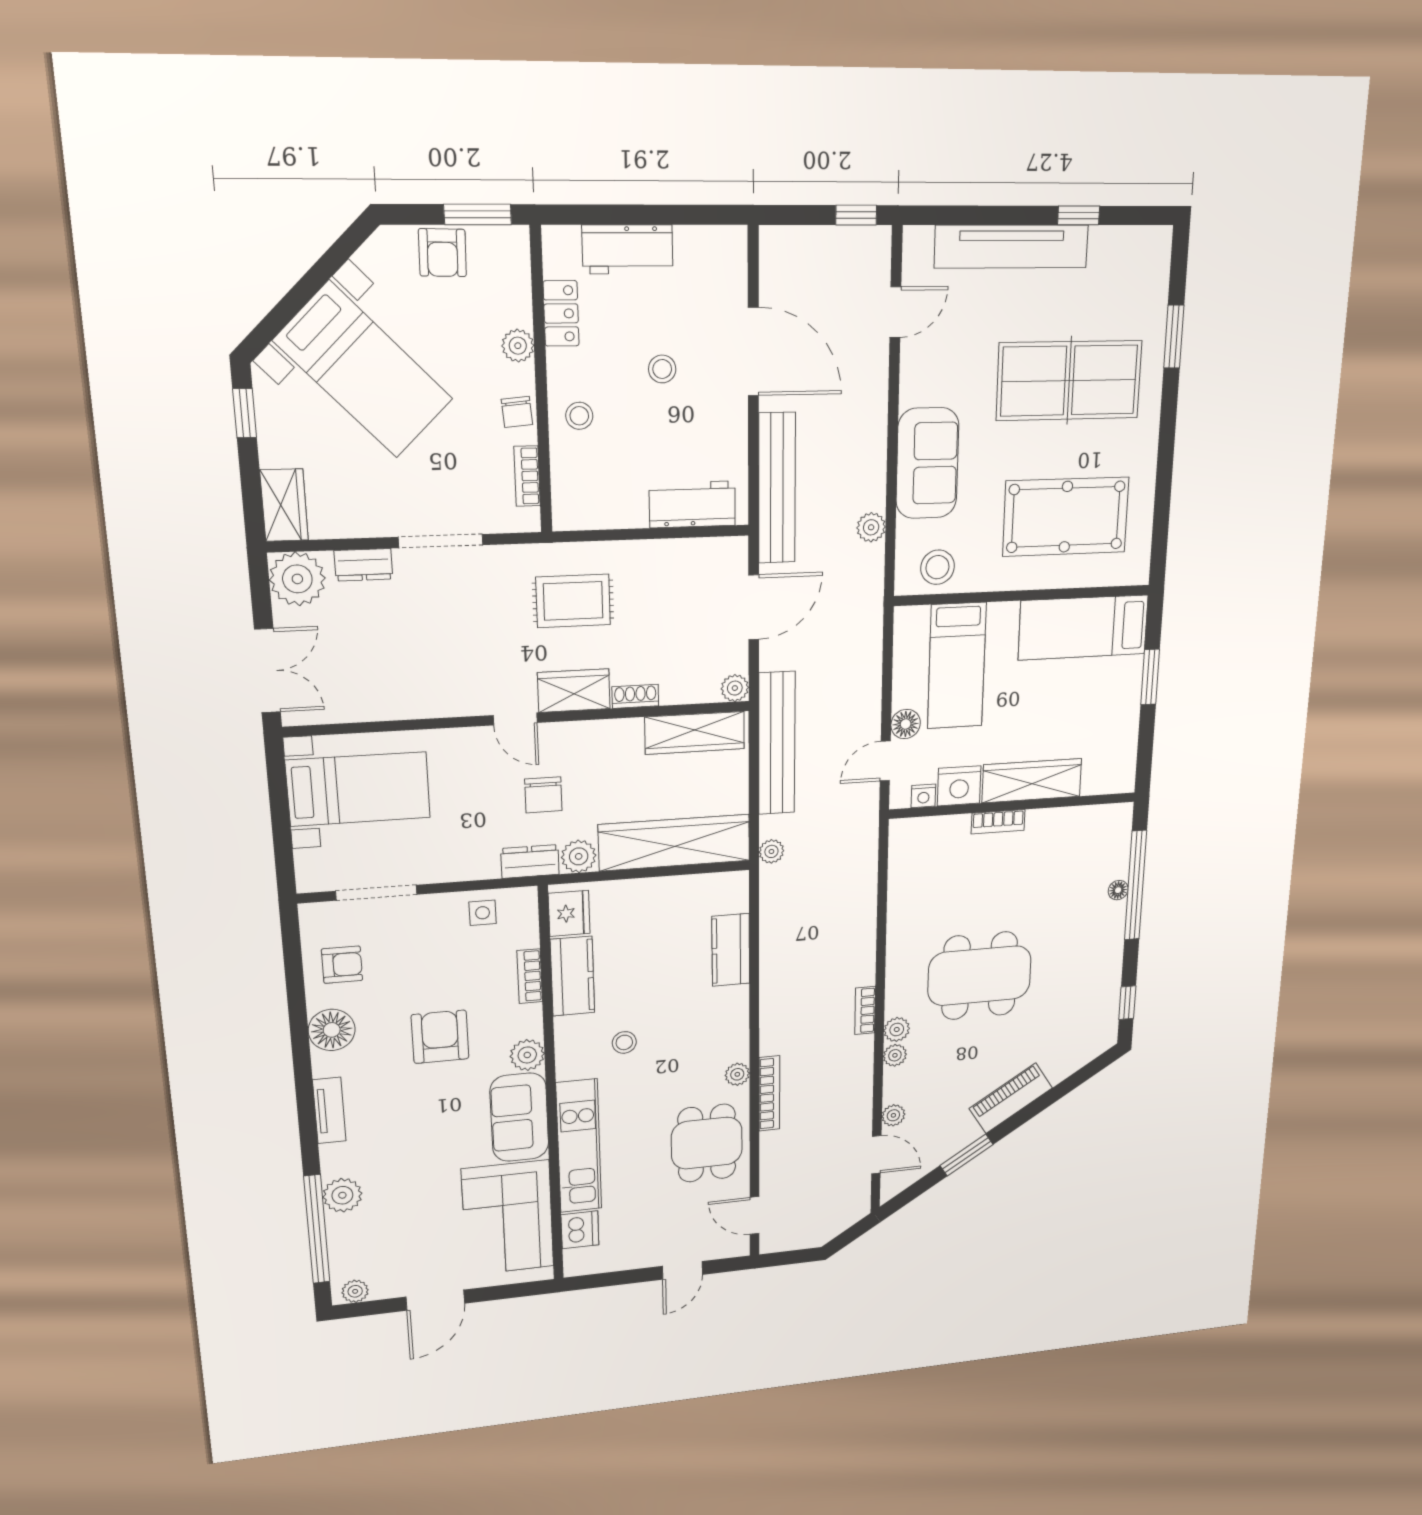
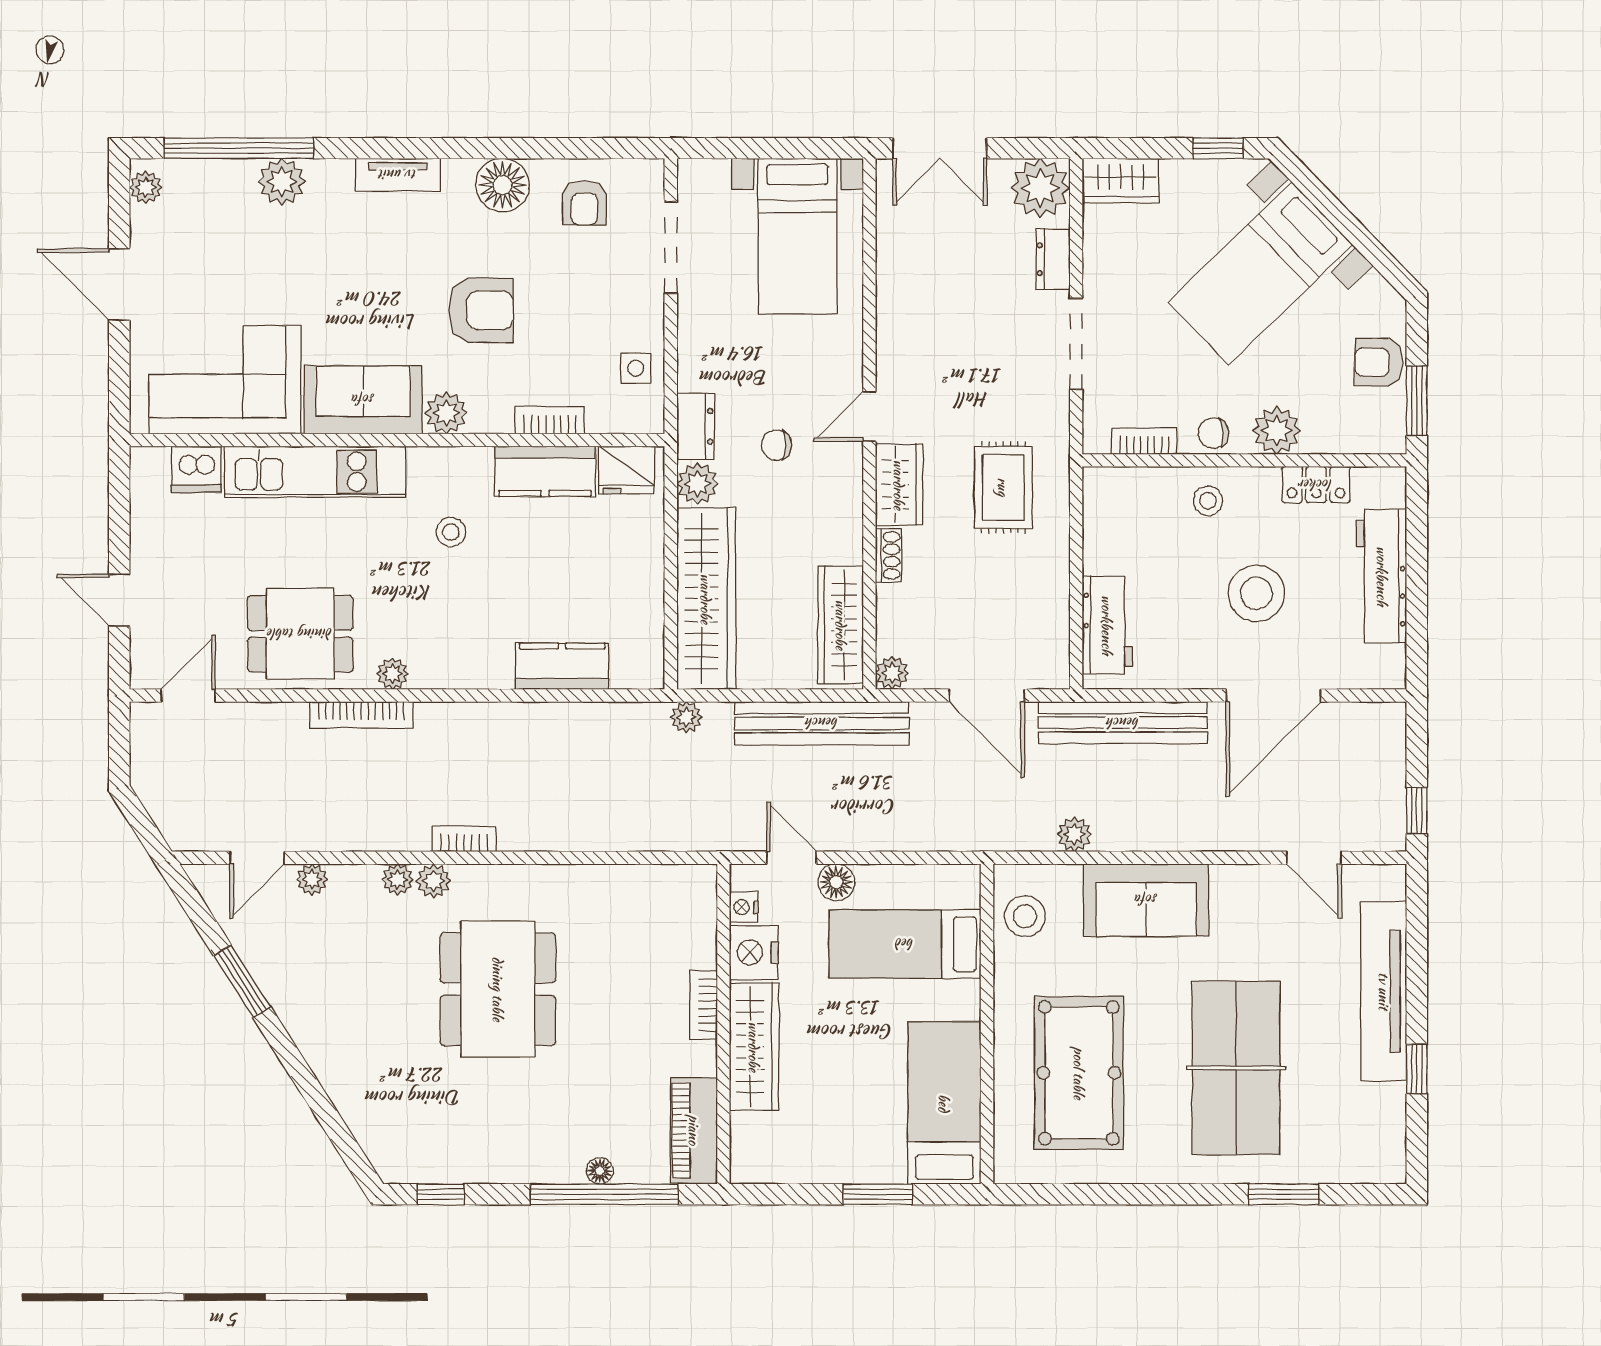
workbench: (628, 249) -> (1382, 576), width x1.38
plant: (518, 346) -> (1277, 430), width x1.38, depth x1.38
stool: (662, 369) -> (1256, 593), width x1.89, depth x1.89
chair: (543, 795) -> (776, 445), width x0.73, depth x0.73
piano: (1011, 1098) -> (694, 1130), moved, turned -148

